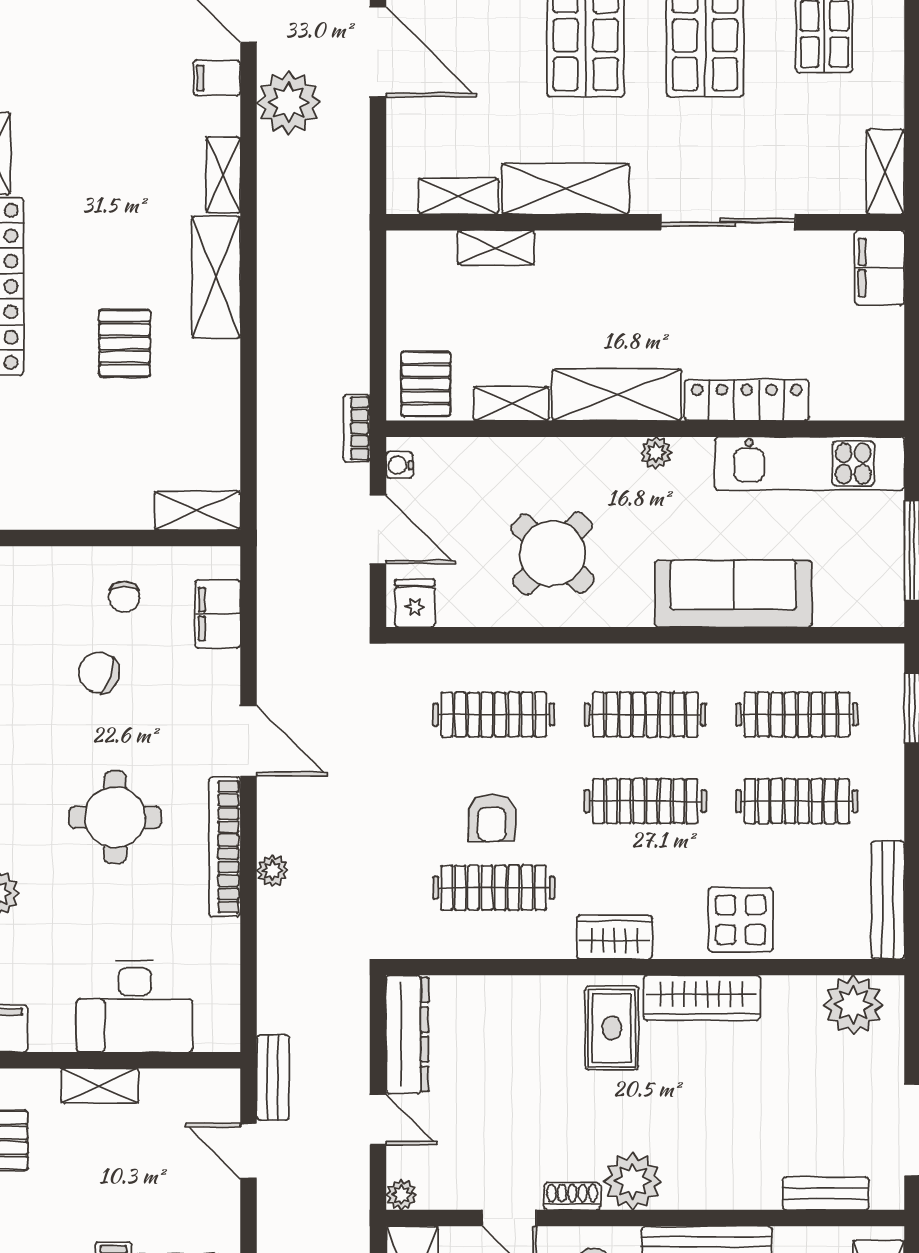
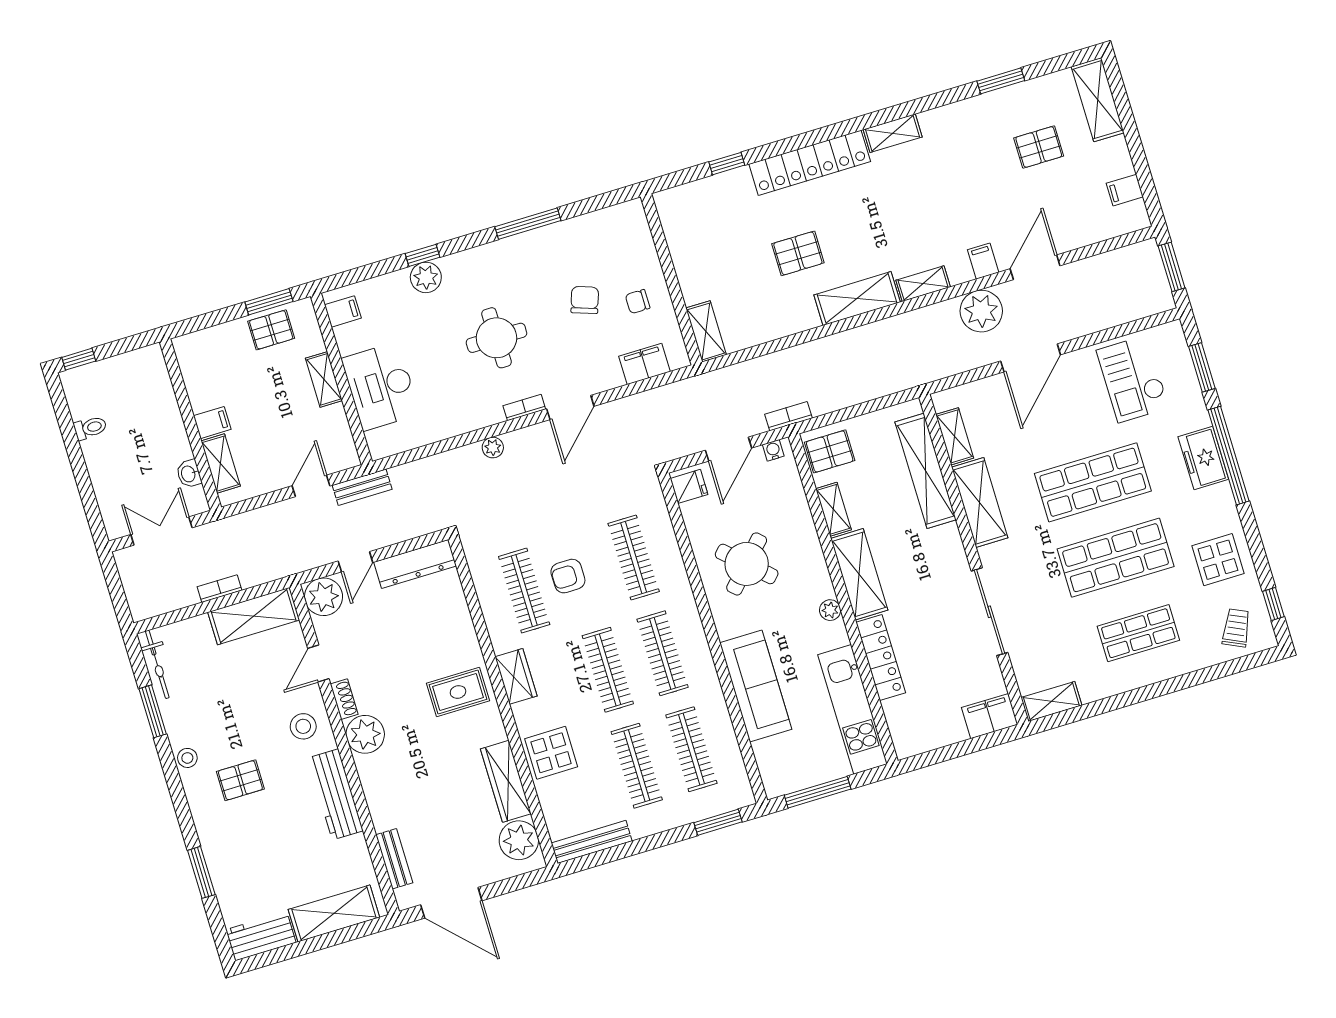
shelving: (496, 248) -> (926, 471), width x2.20, depth x1.33
bookcase: (225, 847) -> (524, 408), width x0.43, depth x0.76
wardrobe: (702, 998) -> (506, 781), moved
plant: (401, 1195) -> (324, 597), width x1.88, depth x1.88

